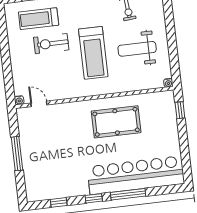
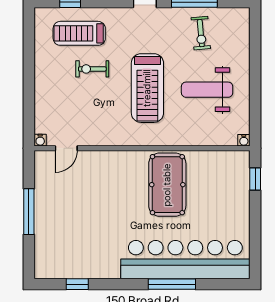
exercise bike: (51, 44) -> (92, 69), width x0.73, depth x0.72
door: (39, 104) -> (66, 148), swing flipped
pool table: (116, 122) -> (167, 185), turned 90
window: (94, 198) -> (125, 284), removed

